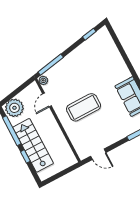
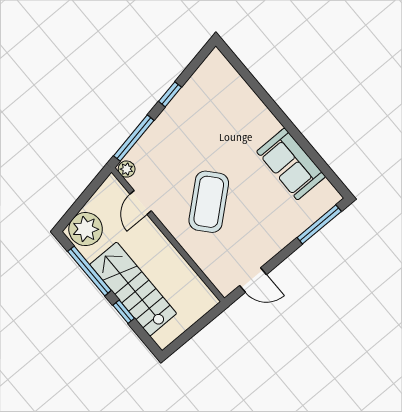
window: (89, 34) -> (170, 94), moved
coffee table: (84, 107) -> (209, 202), turned -41

